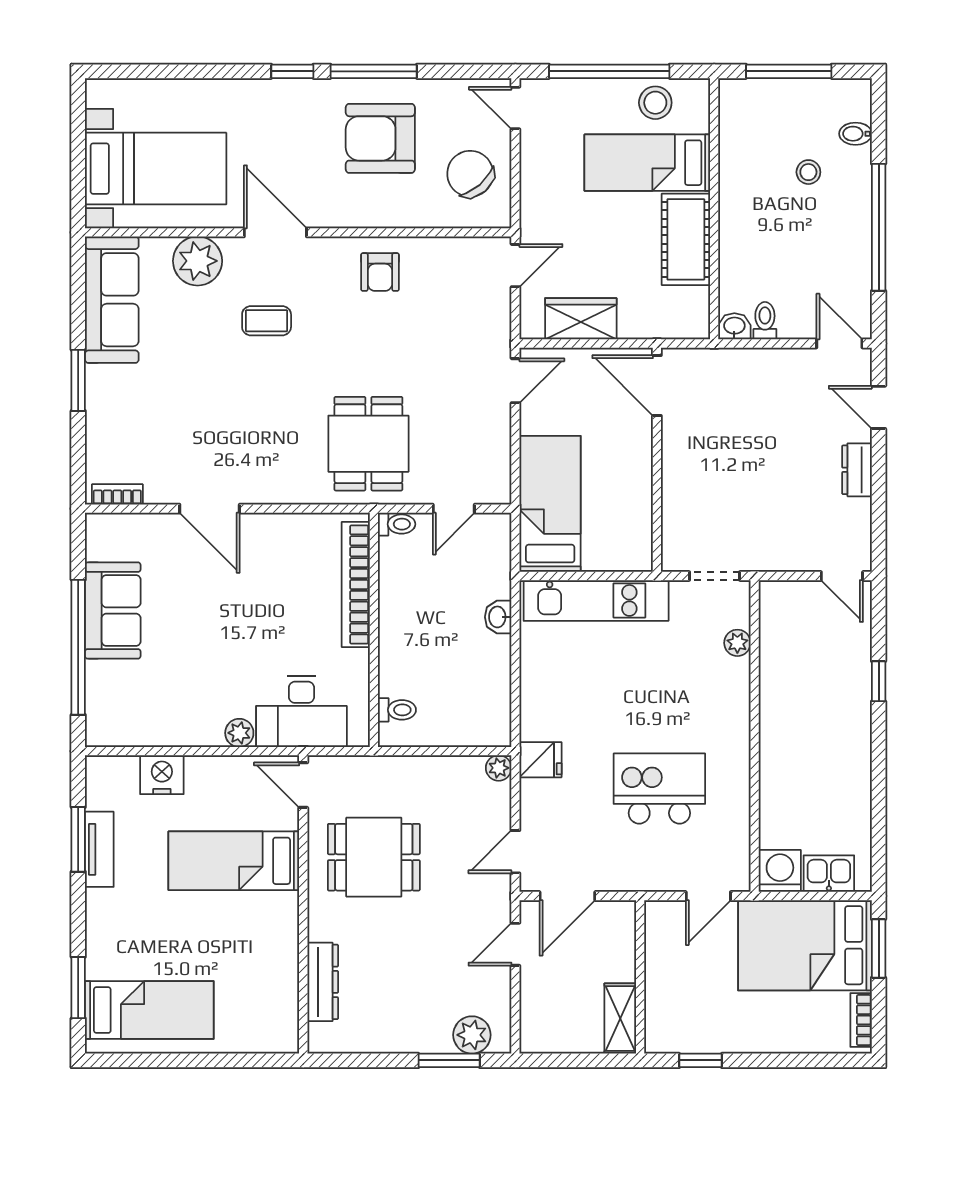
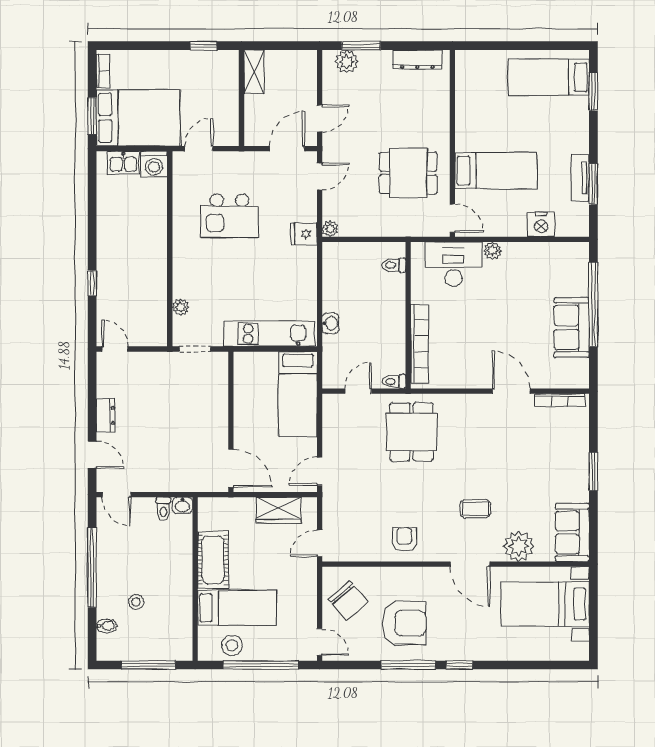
sofa: (112, 300) -> (572, 533), width x0.73
bookcase: (117, 494) -> (560, 400), width x1.56
dresser: (323, 982) -> (417, 60), moved, turned -90

